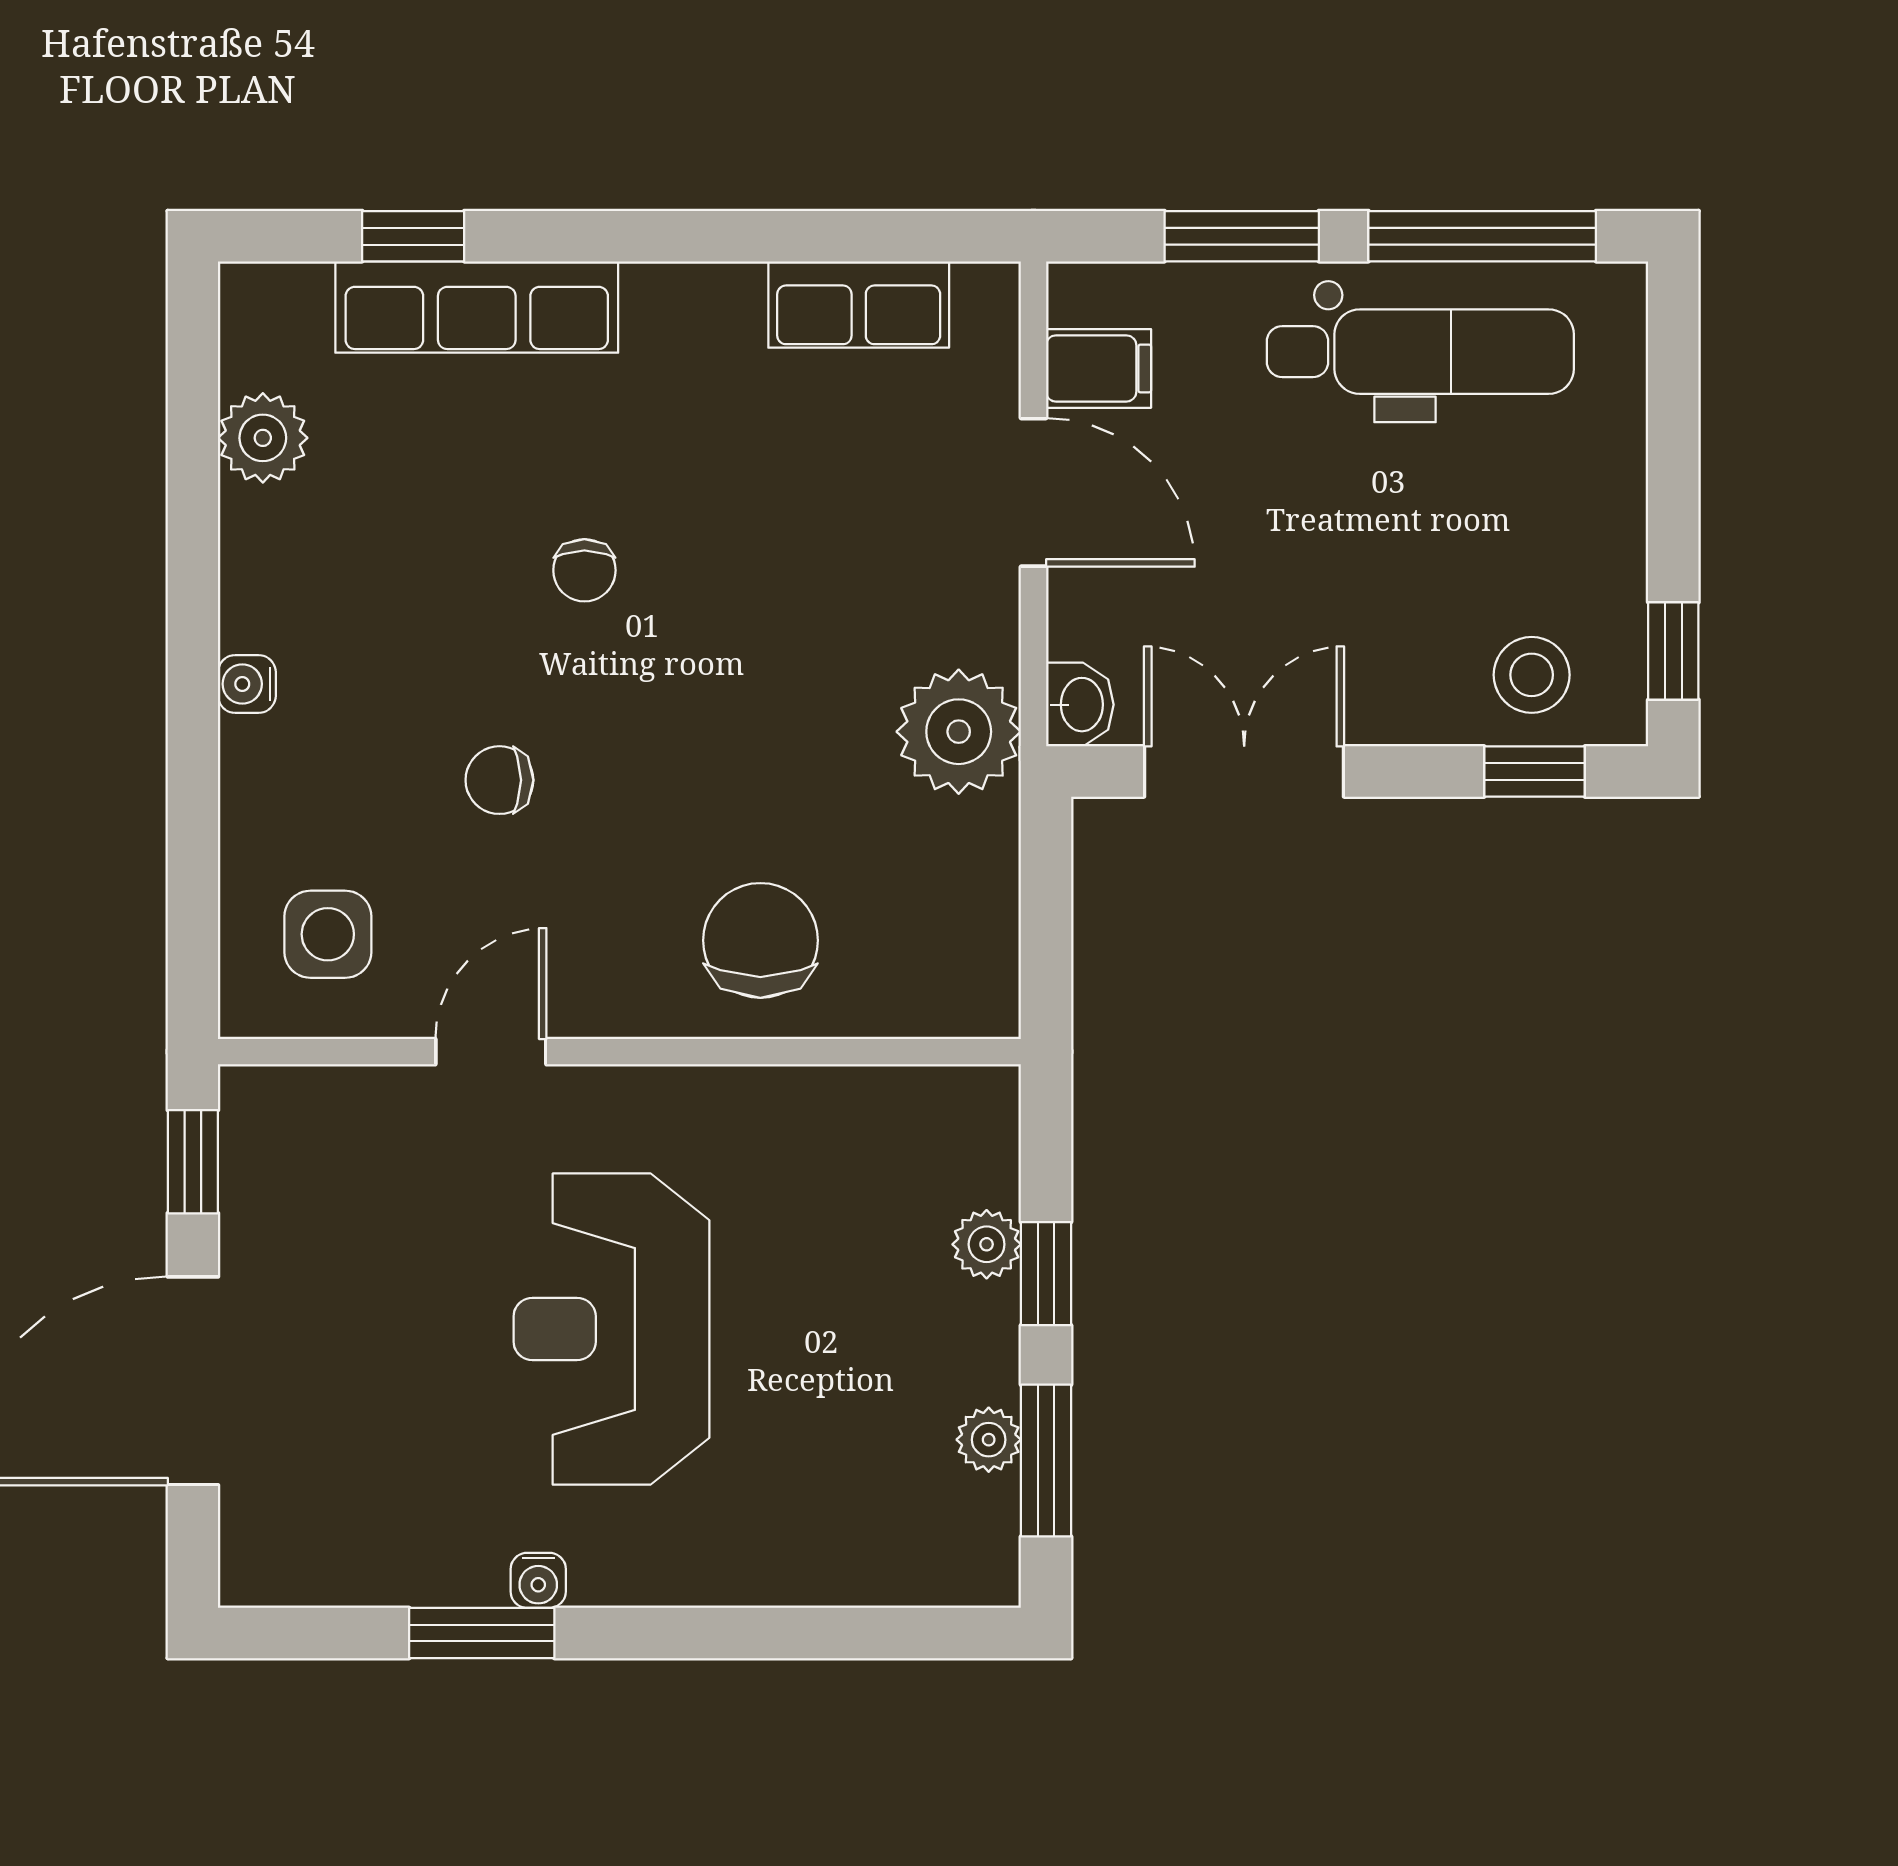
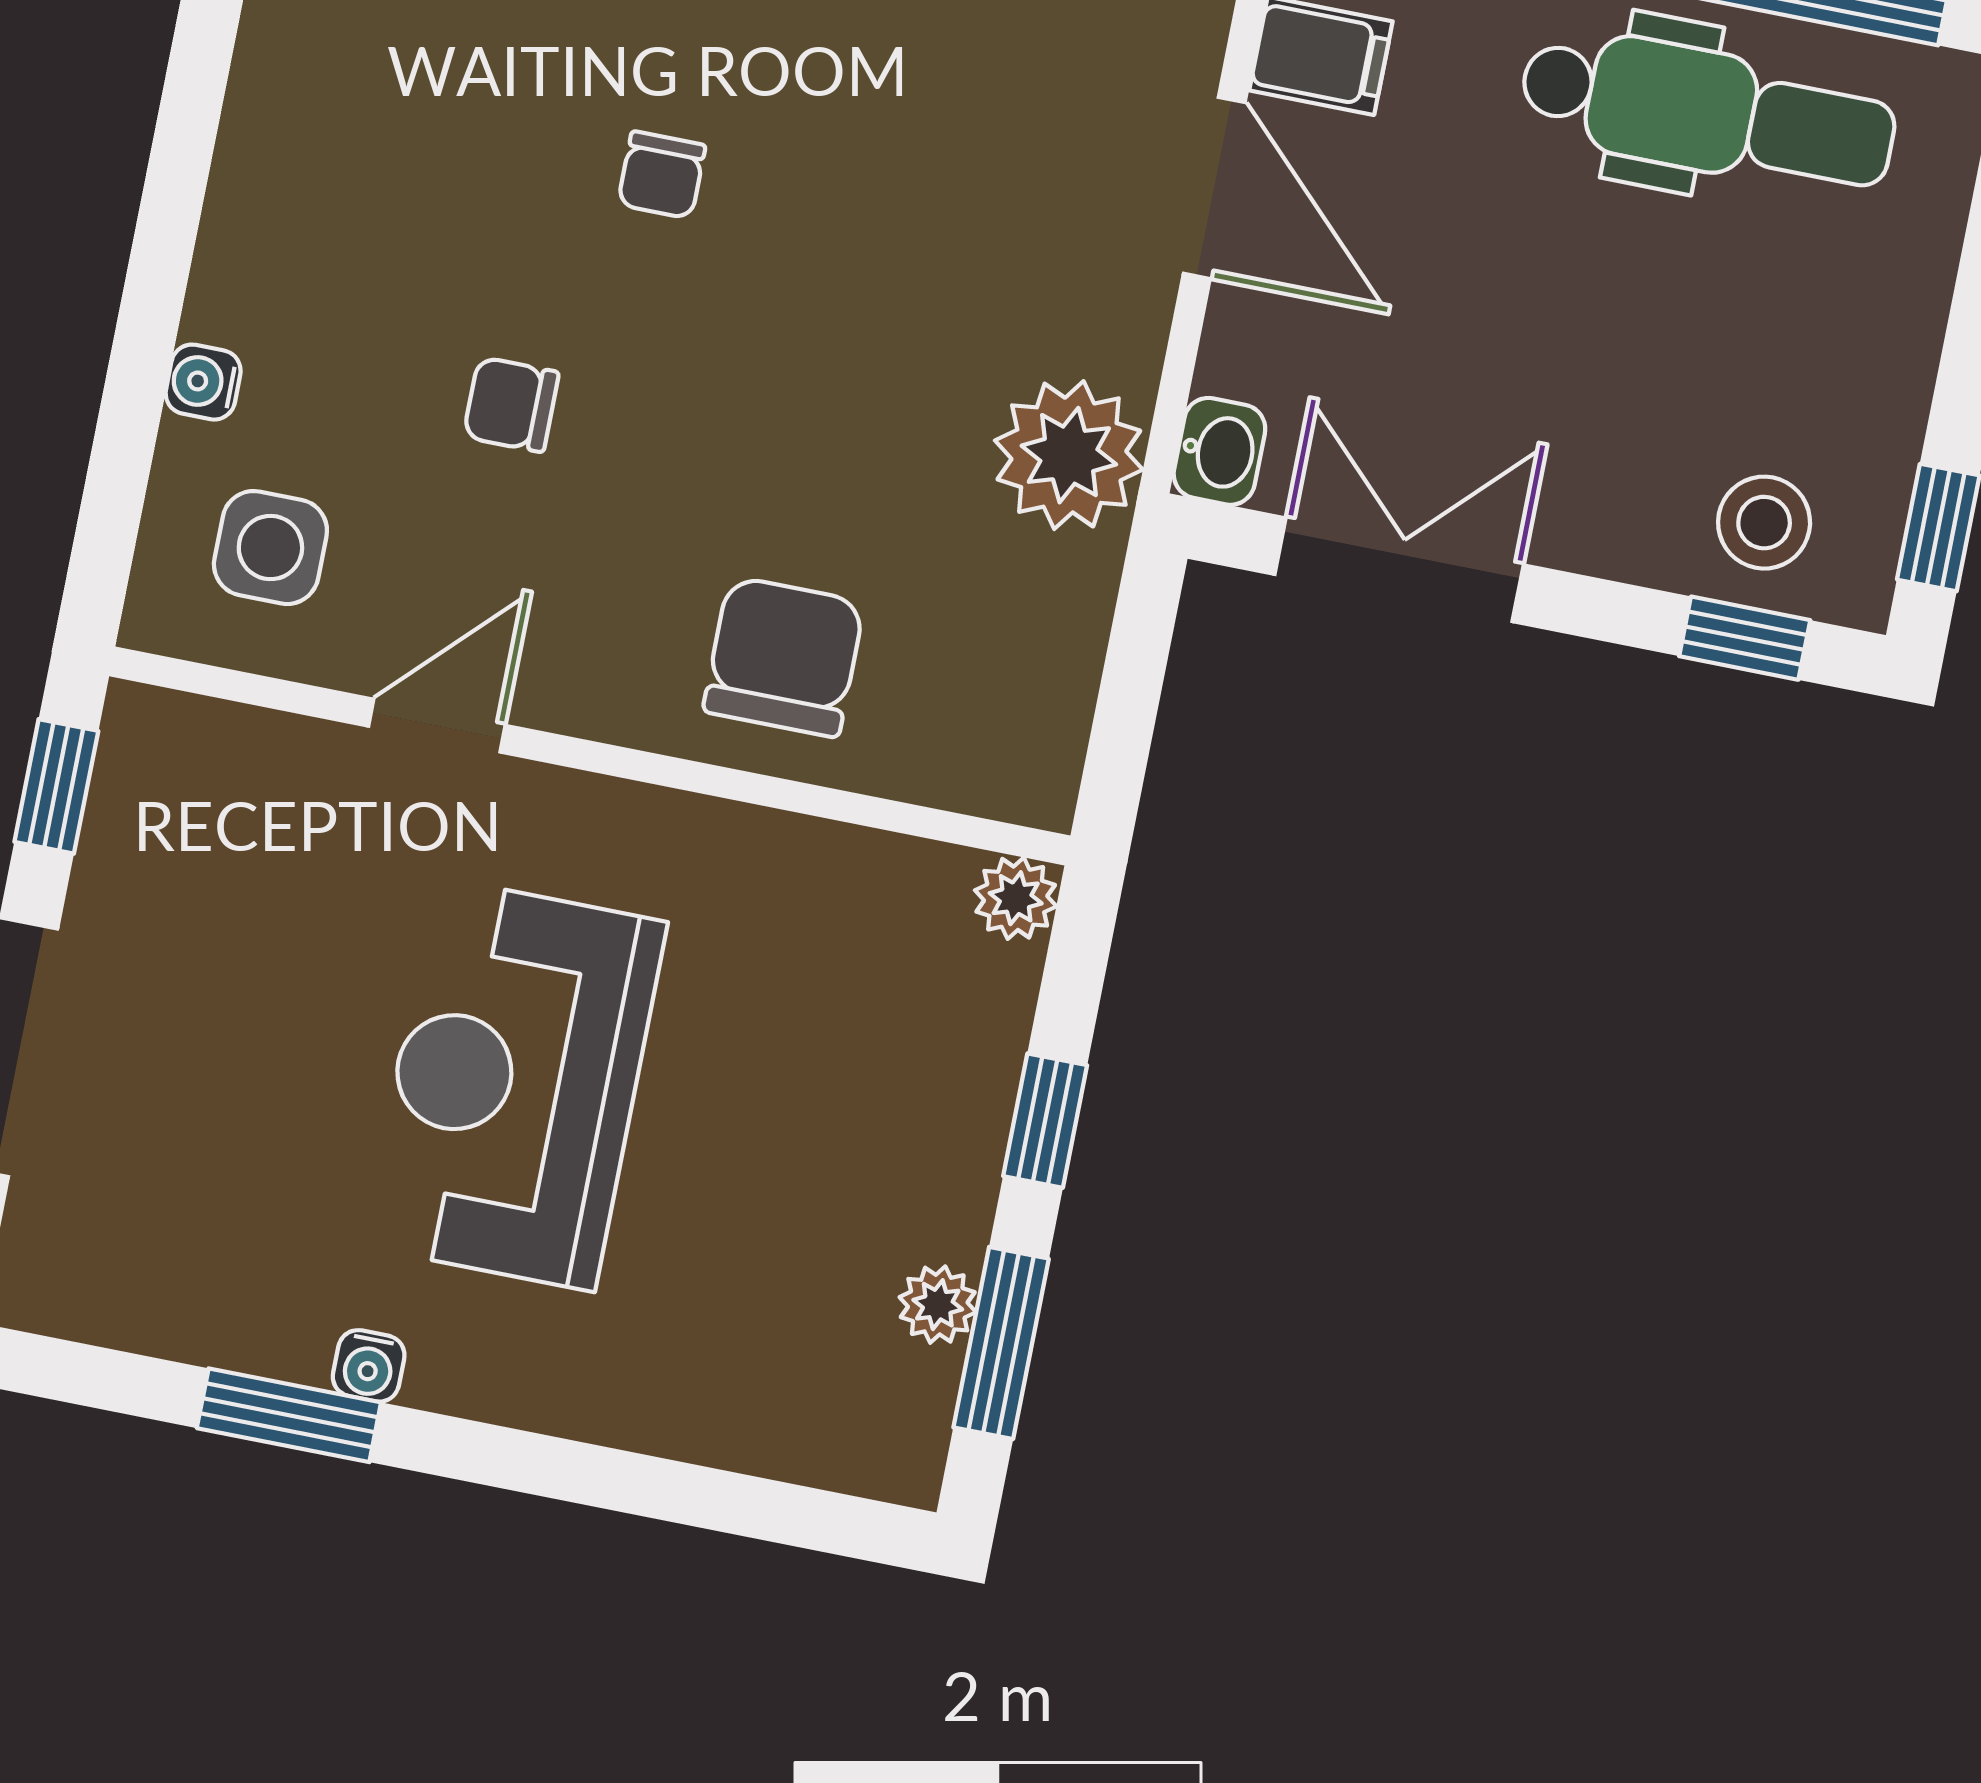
water cooler: (247, 684) -> (203, 382), moved
plant: (987, 1244) -> (1016, 898), moved

